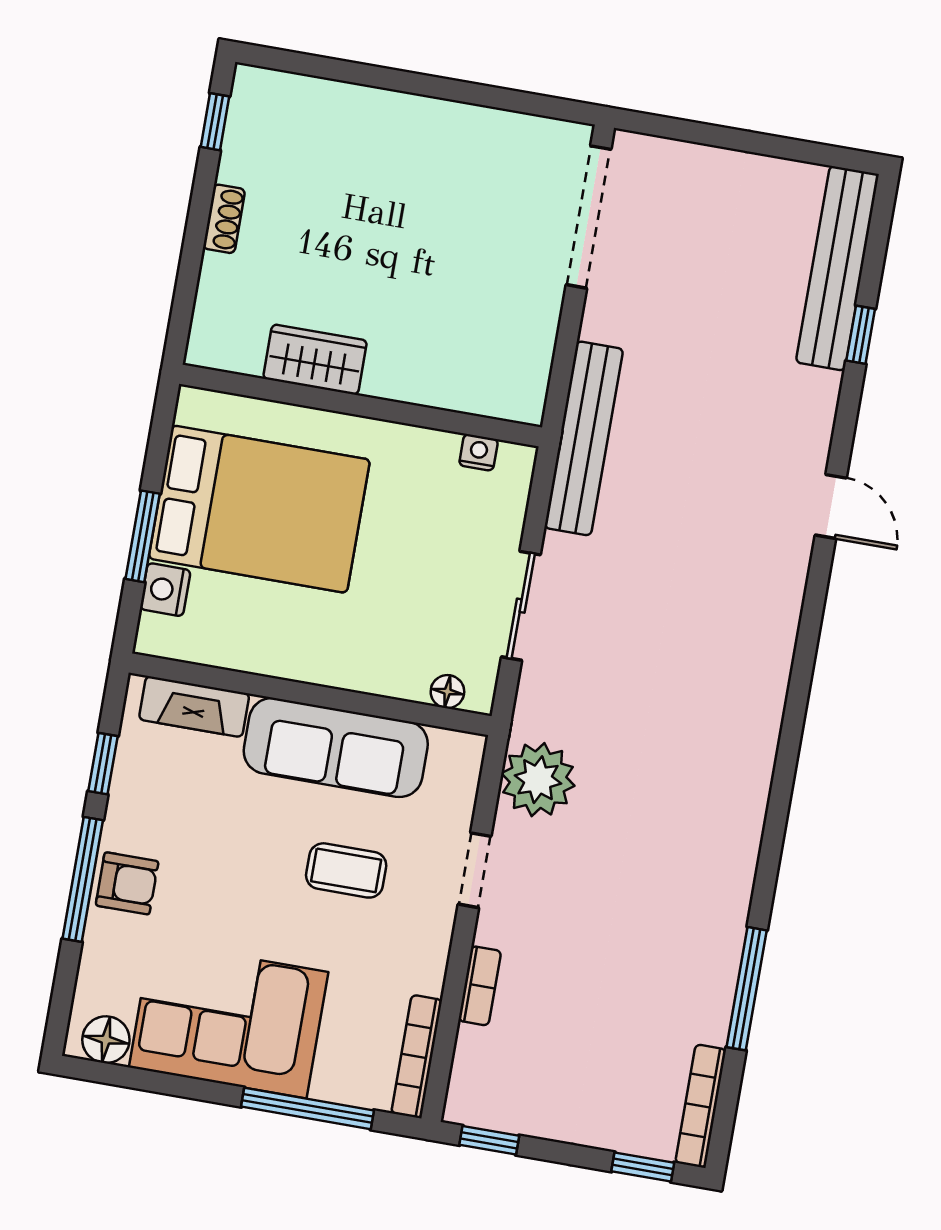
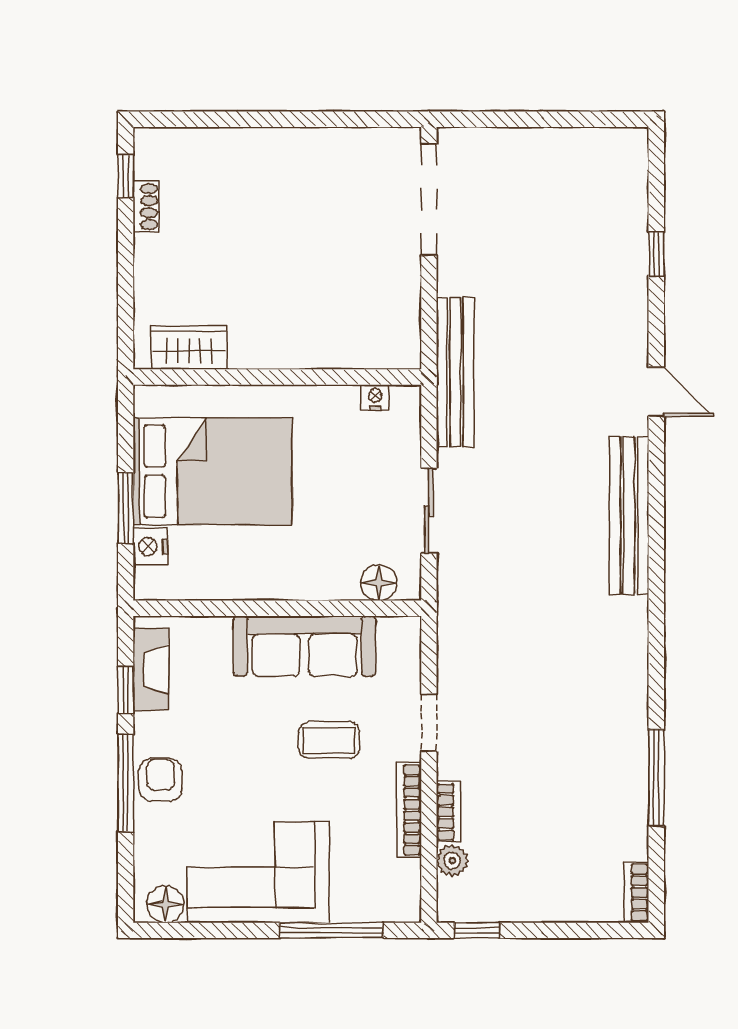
shoe rack: (224, 219) -> (146, 207), moved
bench: (837, 268) -> (629, 515), moved
wardrobe: (315, 360) -> (189, 347), moved
floor lamp: (447, 692) -> (379, 583), width x1.37, depth x1.37
fireplace: (194, 707) -> (151, 669), moved, turned -90
plant: (538, 780) -> (452, 861), moved, width x0.53, depth x0.53
armchair: (127, 883) -> (161, 780), turned -90
bookcase: (417, 1057) -> (409, 810), moved
bookcase: (701, 1106) -> (637, 892), width x0.64
window: (643, 1167) -> (600, 930), removed

